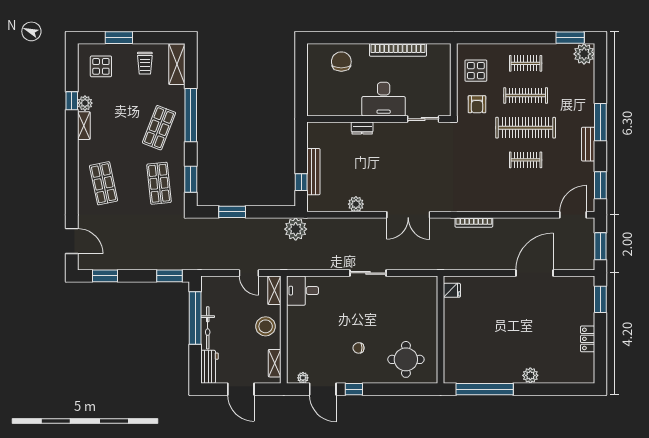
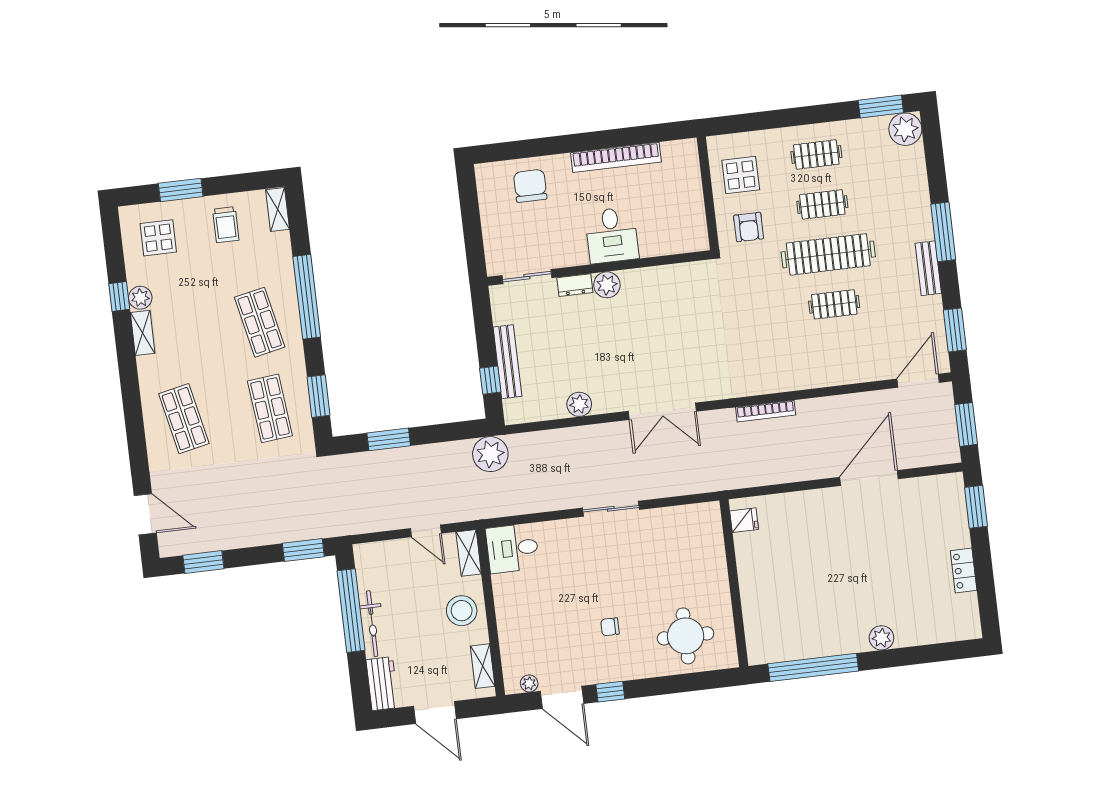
shelving: (177, 64) -> (278, 210), width x0.67, depth x0.75
clothes rail: (526, 96) -> (822, 204), width x0.73
desk: (384, 99) -> (612, 235), width x0.73
sliding door: (423, 119) -> (527, 277), moved
shop shelf: (159, 128) -> (260, 322), turned -33
plant: (383, 130) -> (607, 285), added

